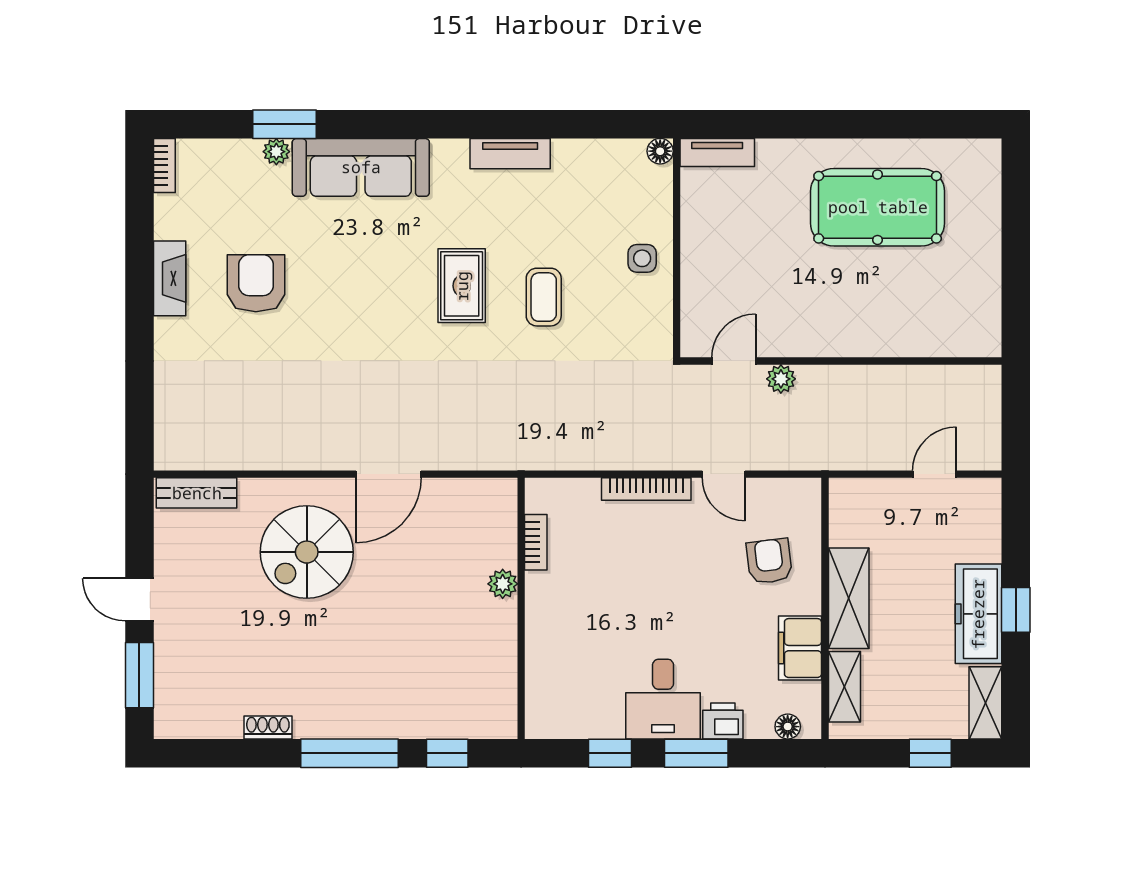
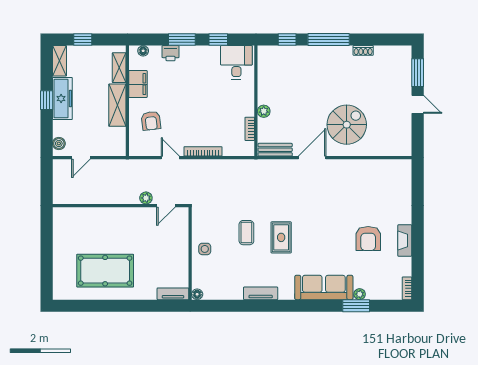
bench: (197, 493) -> (275, 150), moved
boiler: (987, 508) -> (59, 143), added
desk: (663, 699) -> (236, 62), moved

